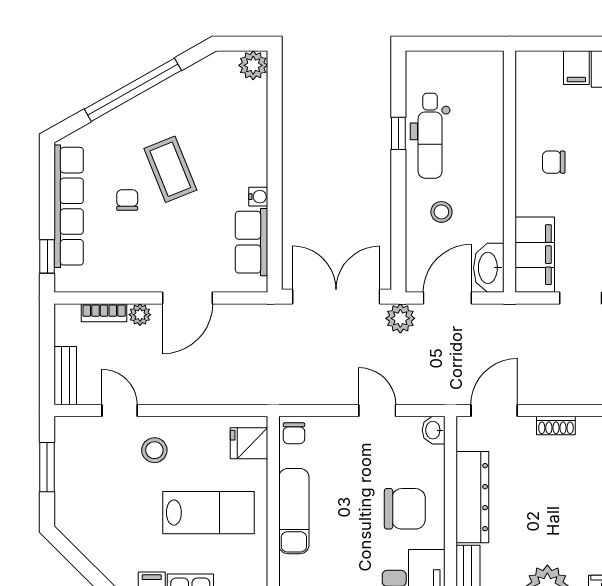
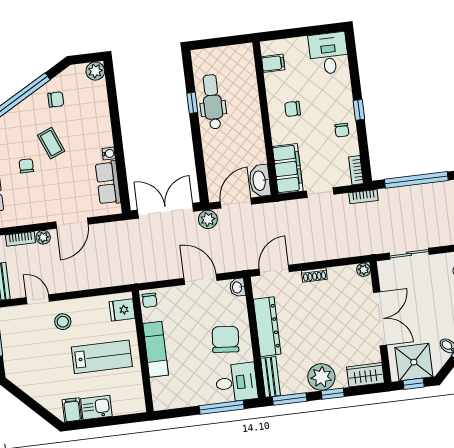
filing cabinet: (576, 68) -> (273, 63), moved, turned -90
chair: (186, 102) -> (56, 99), added
dental chair: (430, 136) -> (212, 102), turned 180
coffee table: (170, 169) -> (51, 143), width x0.73, depth x0.77
stool: (441, 212) -> (226, 149), removed
door: (377, 411) -> (200, 279), width x1.38
chair: (405, 509) -> (225, 339), turned -85

